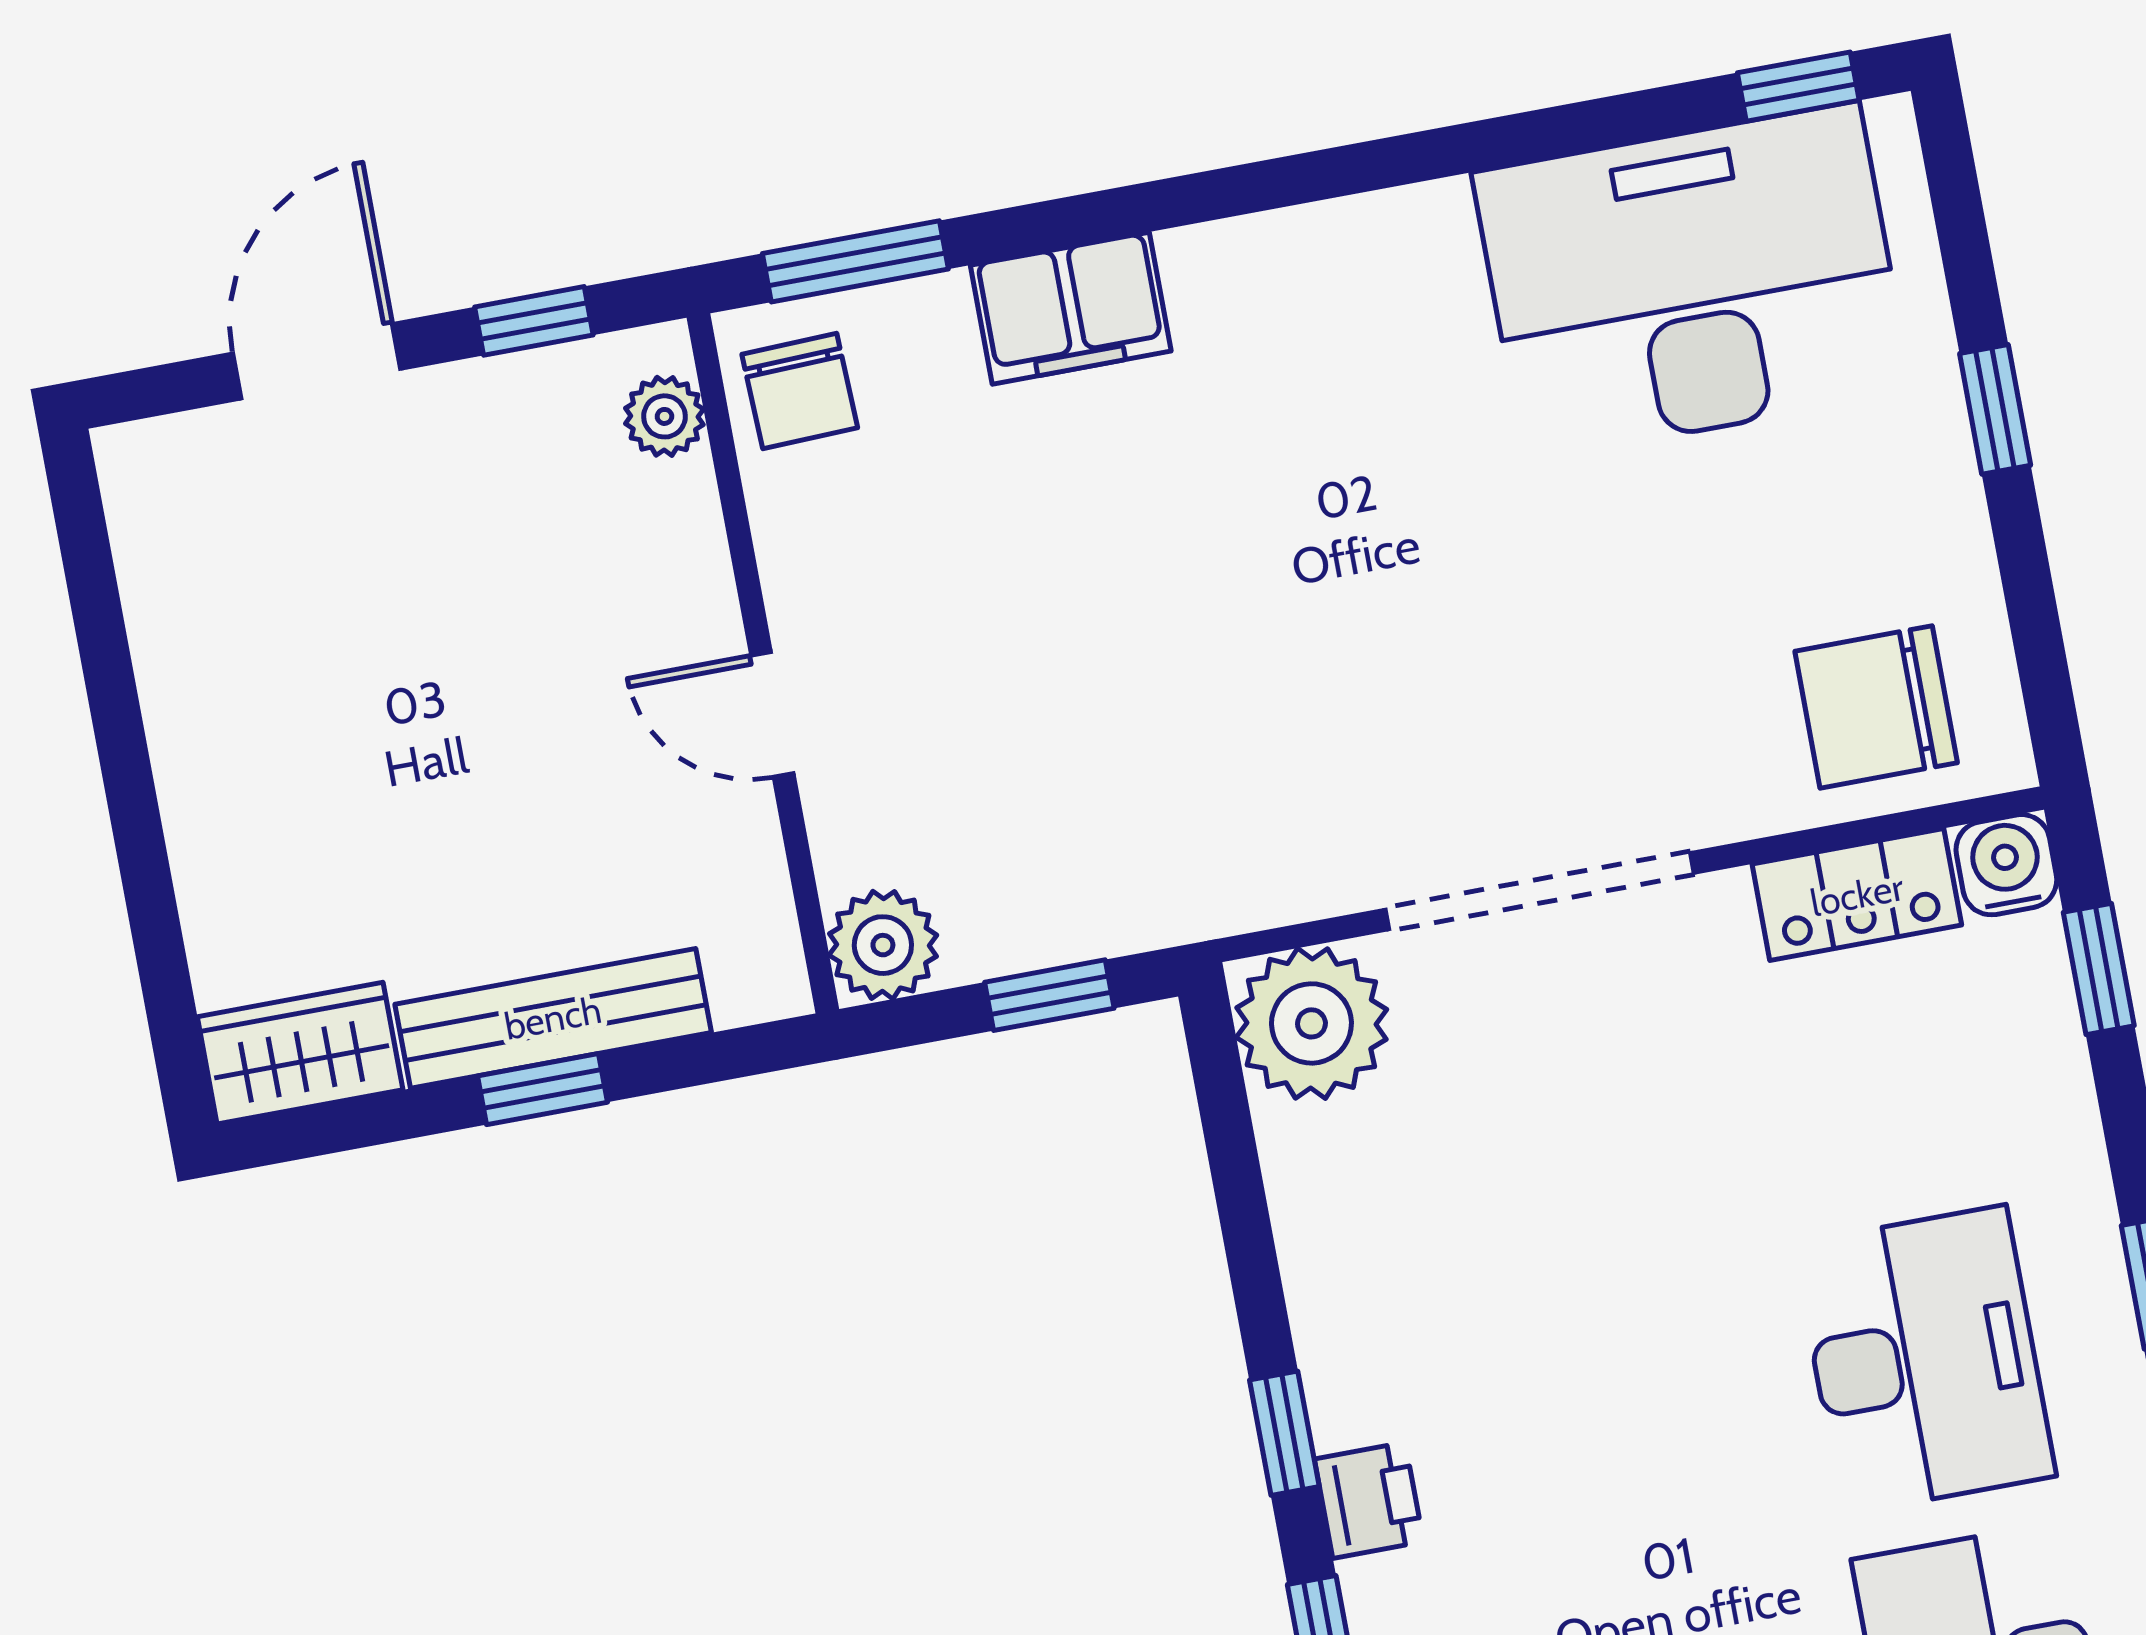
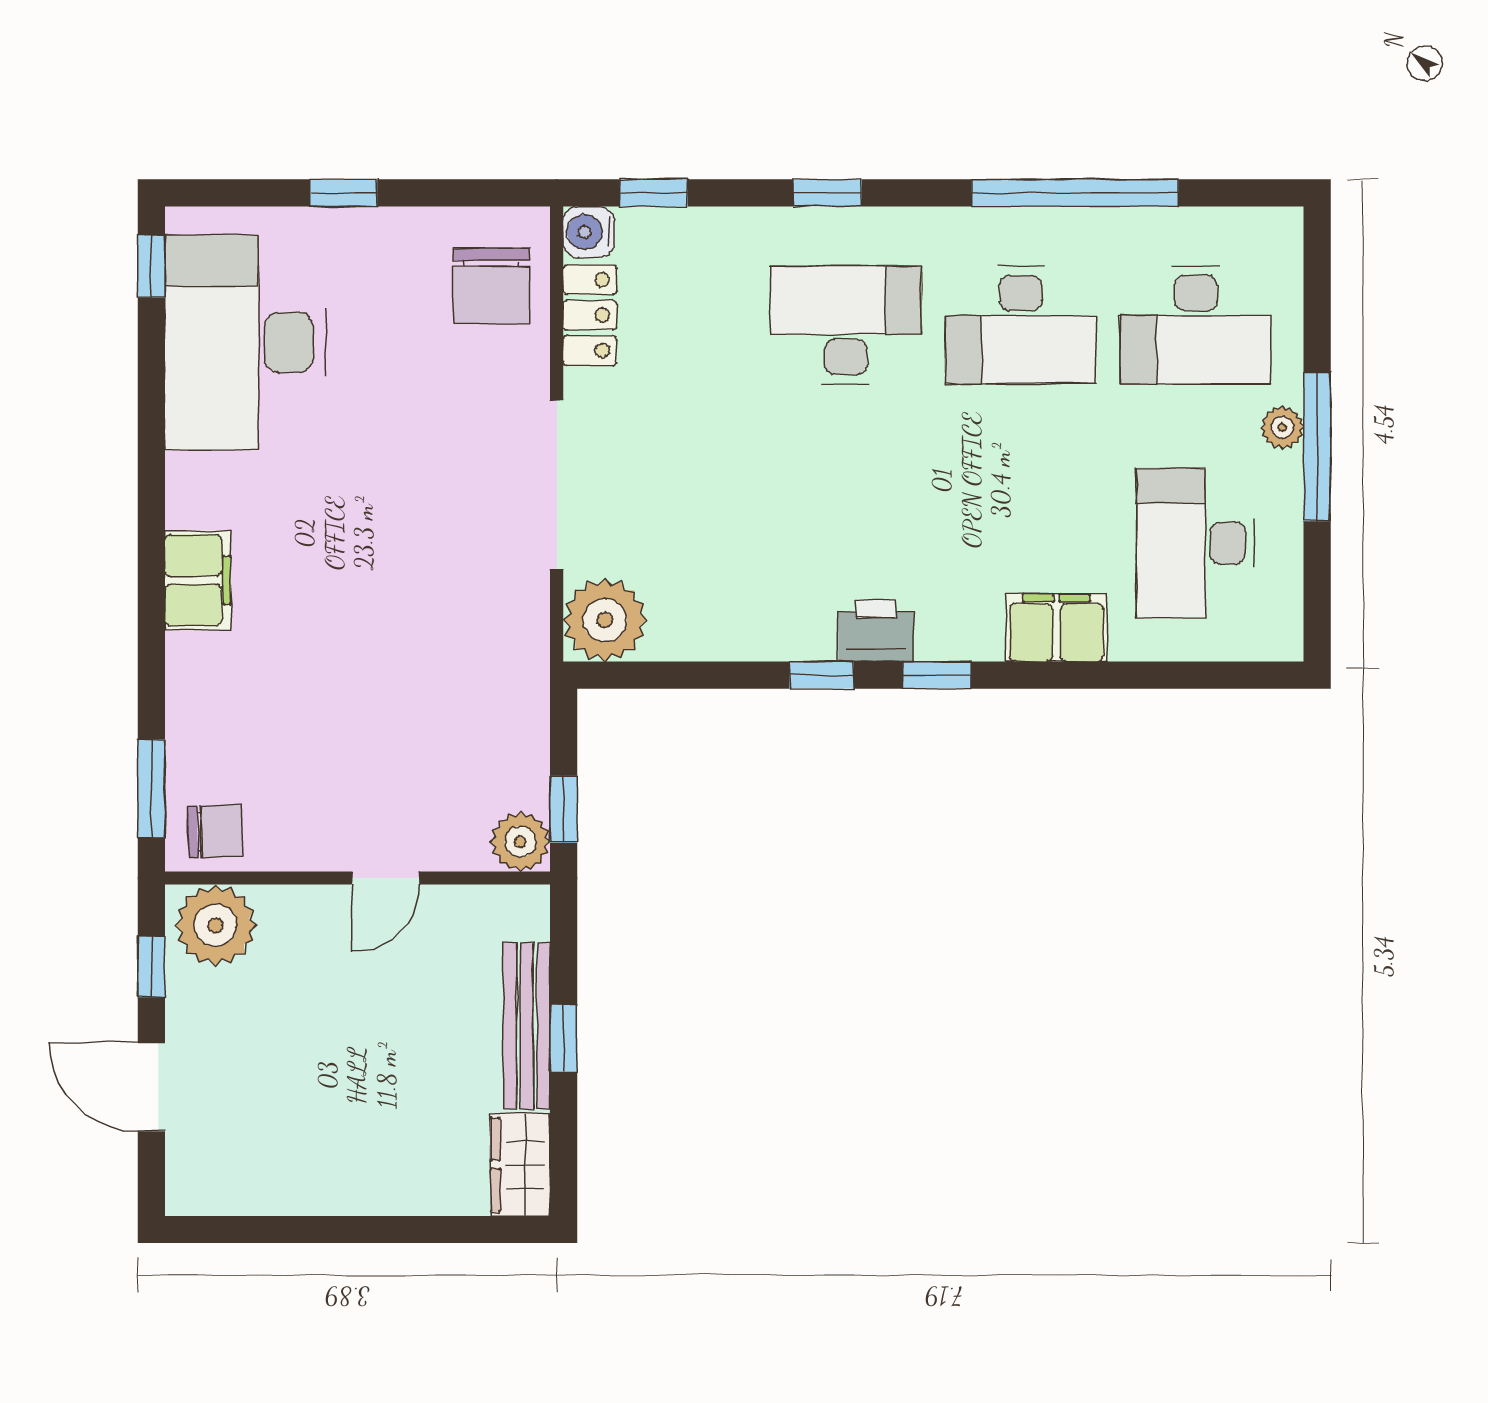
filing cabinet: (1071, 308) -> (198, 580), moved
plant: (664, 416) -> (215, 925), width x1.87, depth x1.87
window: (1049, 995) -> (564, 809), moved
printer: (1369, 1500) -> (876, 631), width x1.36, depth x1.24

